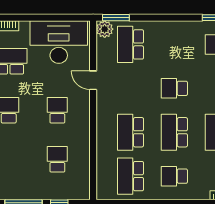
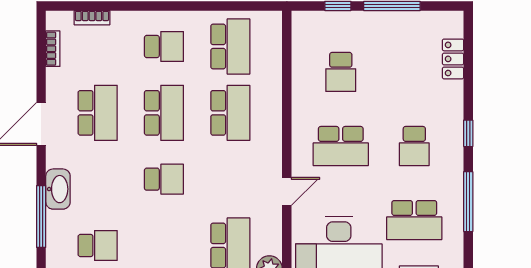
door: (93, 80) -> (287, 191), hinge flipped
school desk: (57, 110) -> (341, 146), width x1.85

